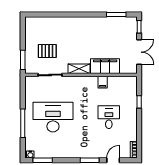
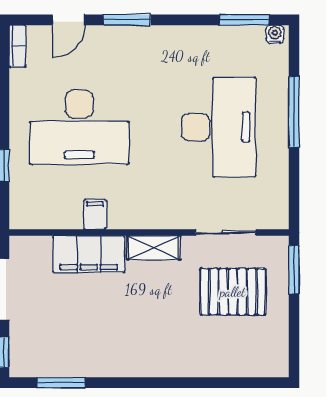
pallet: (47, 51) -> (233, 292), width x1.50, depth x1.42
desk: (53, 117) -> (219, 127), turned -90
desk: (109, 117) -> (79, 127), width x1.87, depth x1.30

